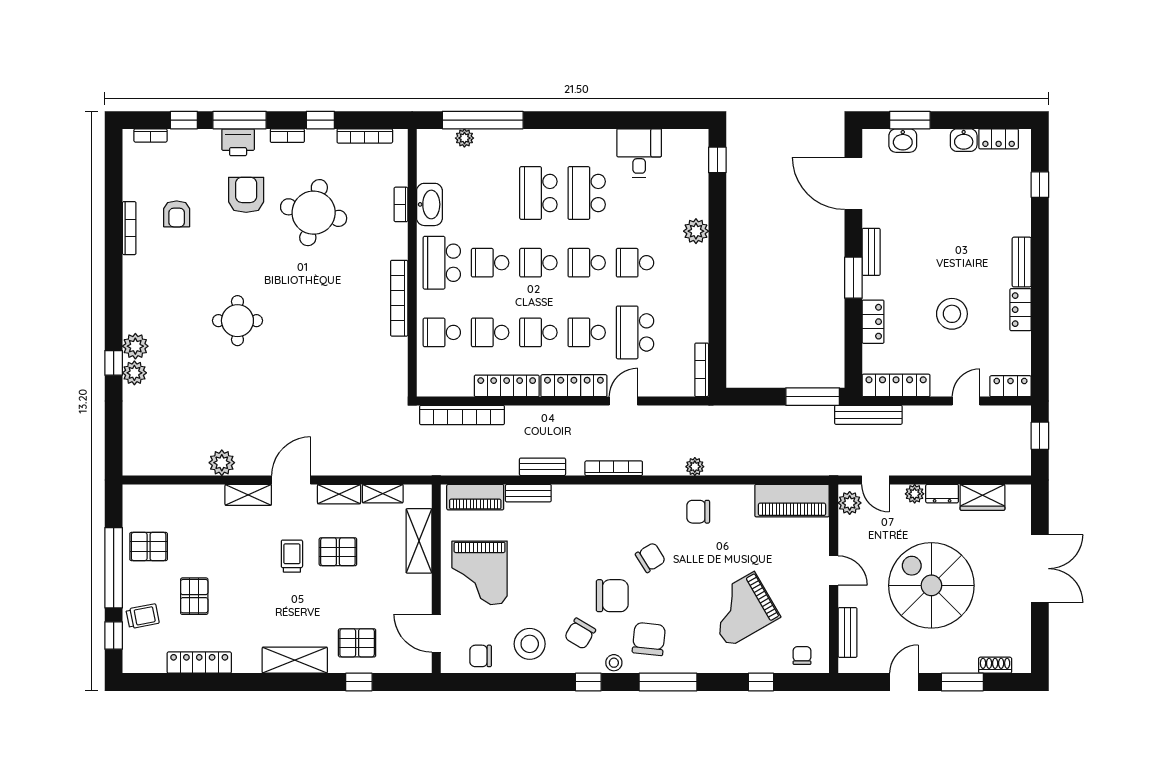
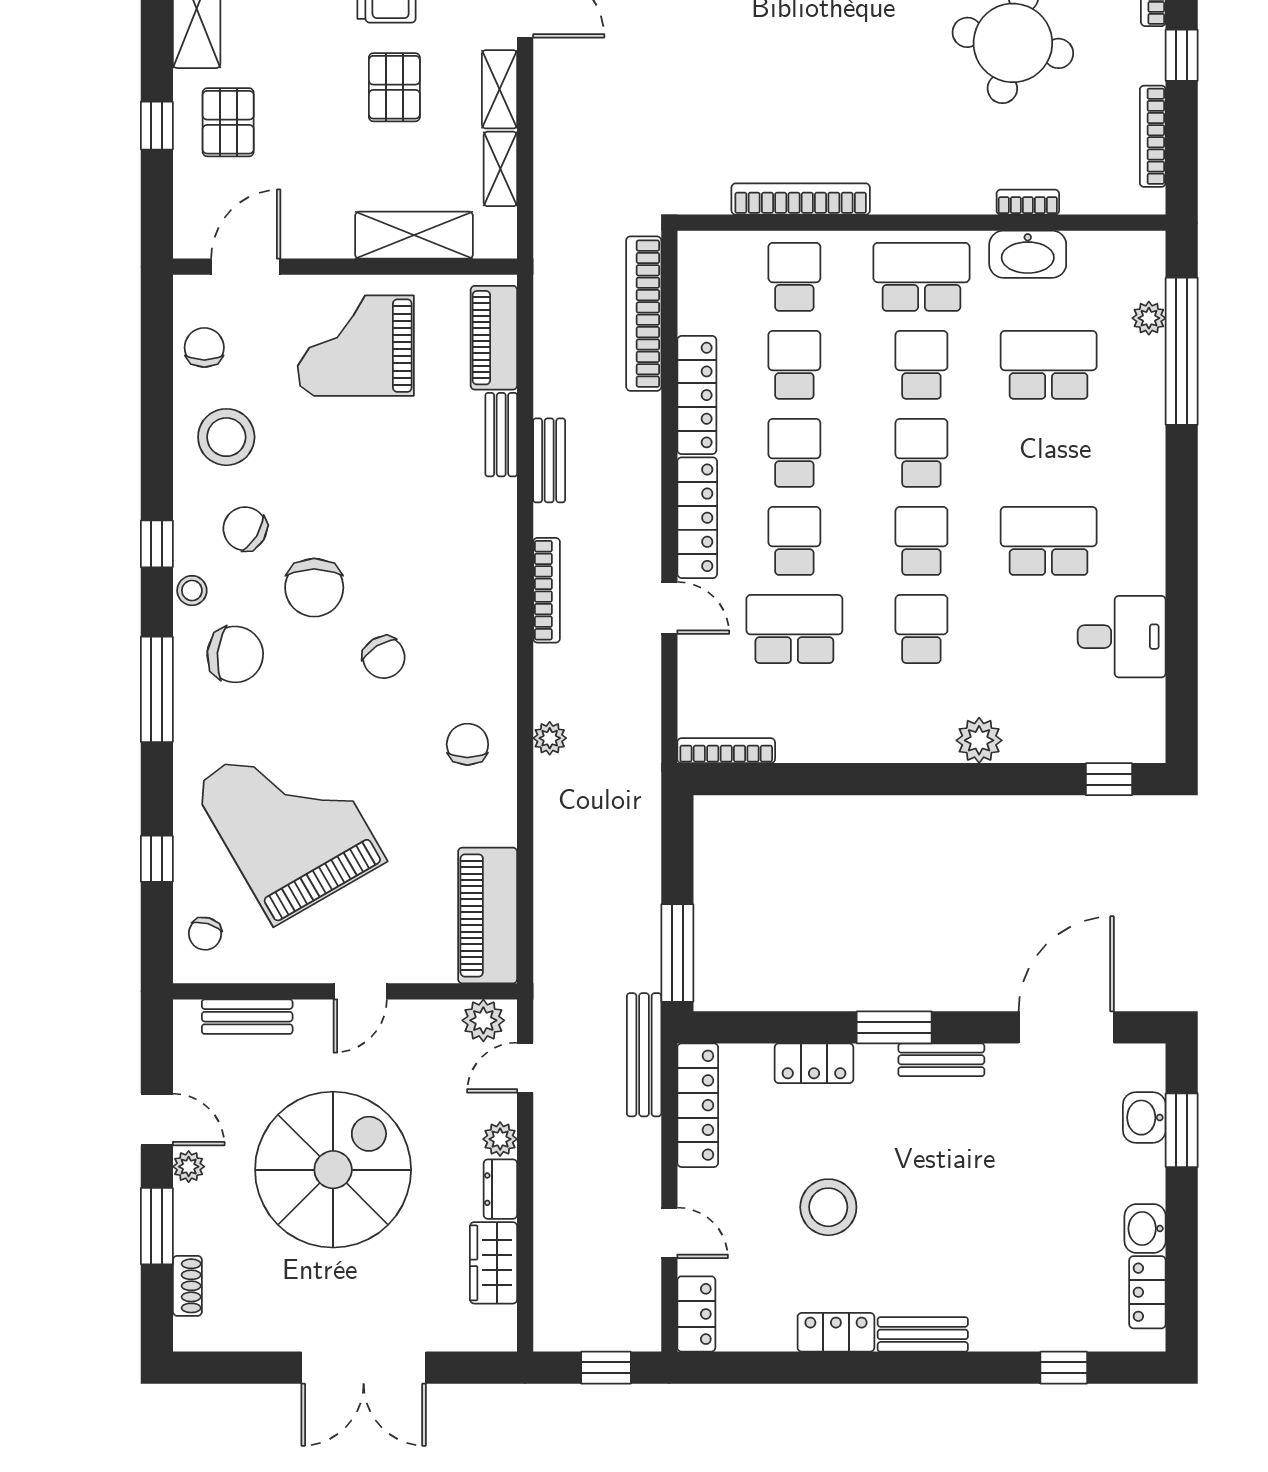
school desk: (538, 193) -> (1049, 365), moved
bookcase: (399, 298) -> (801, 199), moved
grand piano: (741, 609) -> (289, 823), width x1.37, depth x1.48
chair: (802, 656) -> (205, 934), turned 106
plant: (930, 665) -> (189, 1167), added

